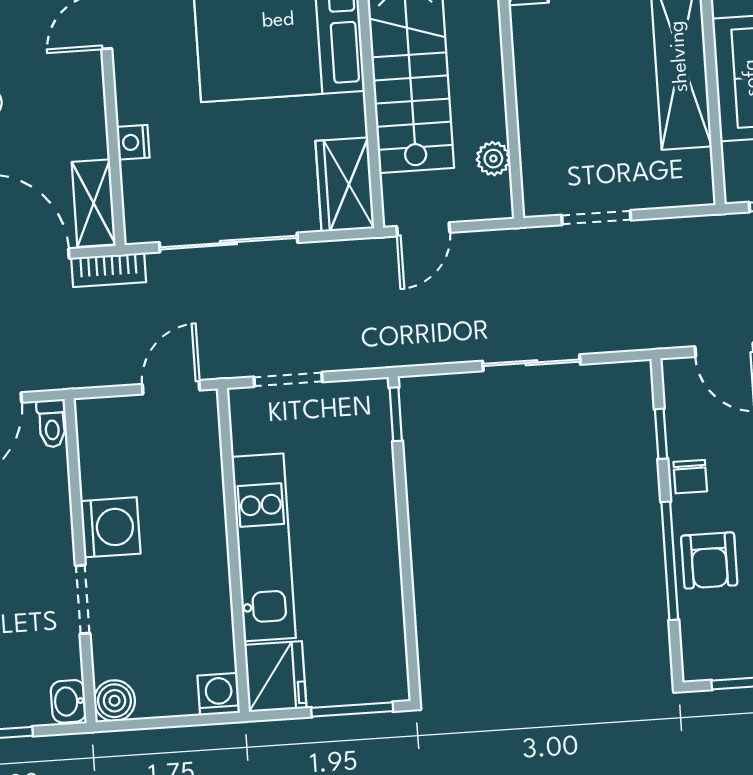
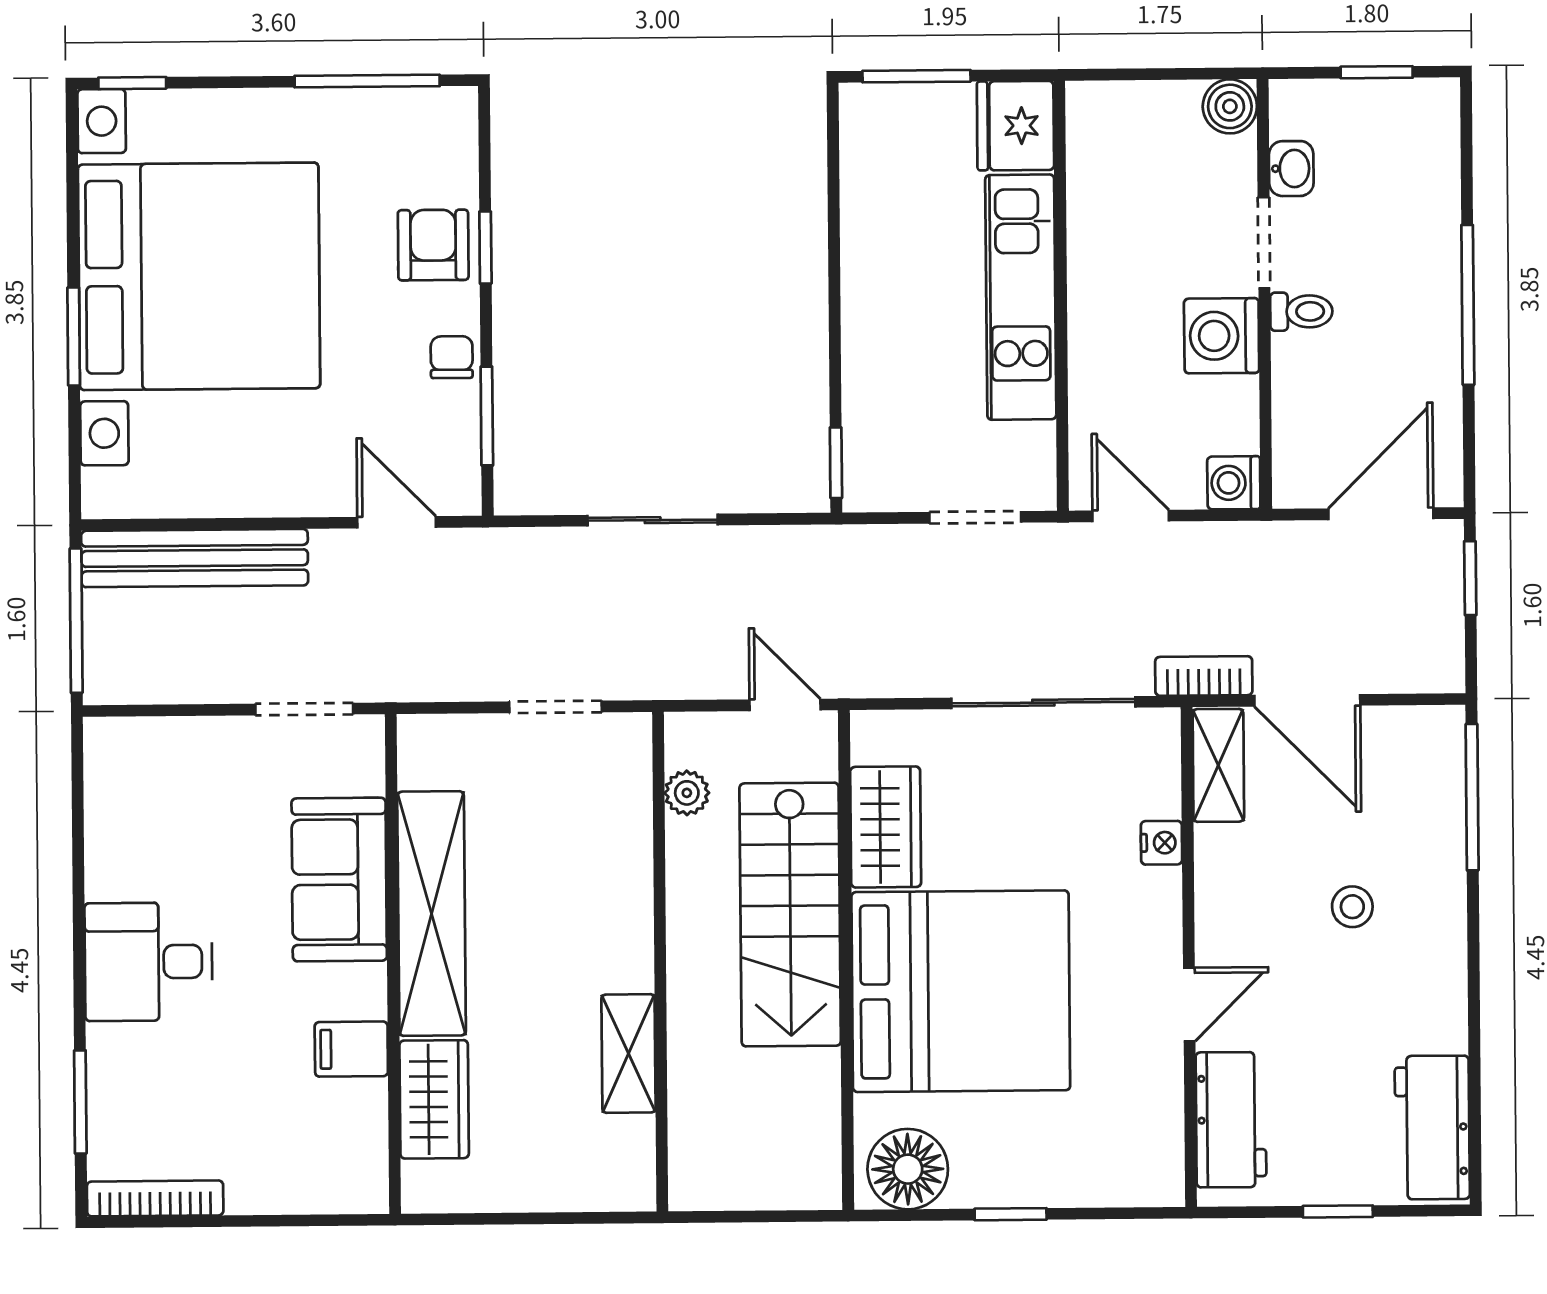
wardrobe: (345, 185) -> (886, 827), moved
door: (423, 229) -> (785, 705), hinge flipped
door: (171, 387) -> (1131, 516), swing flipped
toilet: (52, 423) -> (1301, 311), moved, turned 90
window: (661, 434) -> (487, 416), width x1.50
window: (670, 561) -> (485, 248), width x0.46
washing machine: (219, 694) -> (1234, 483), moved, turned 90
washbasin: (68, 701) -> (1291, 169), moved

